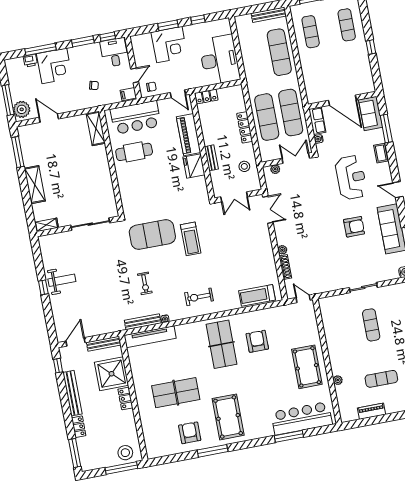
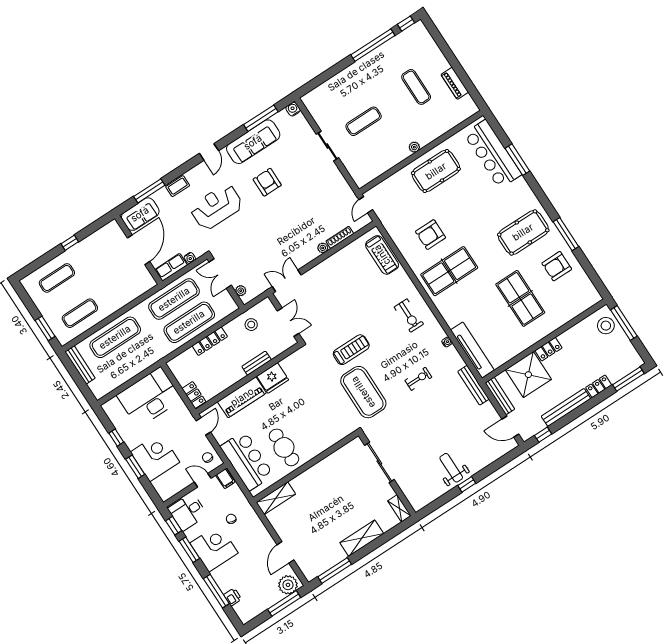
corner desk: (54, 66) -> (214, 548), moved
bench: (143, 322) -> (473, 385), moved
plant: (338, 380) -> (414, 147), moved

